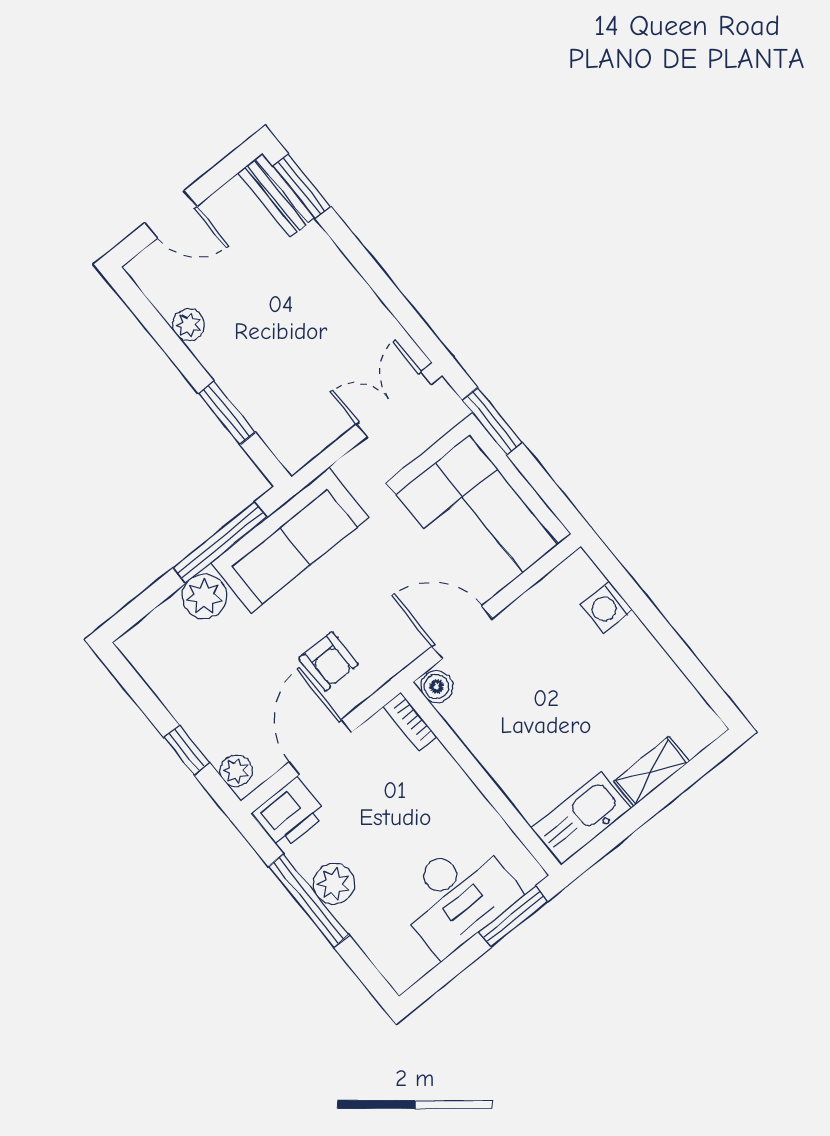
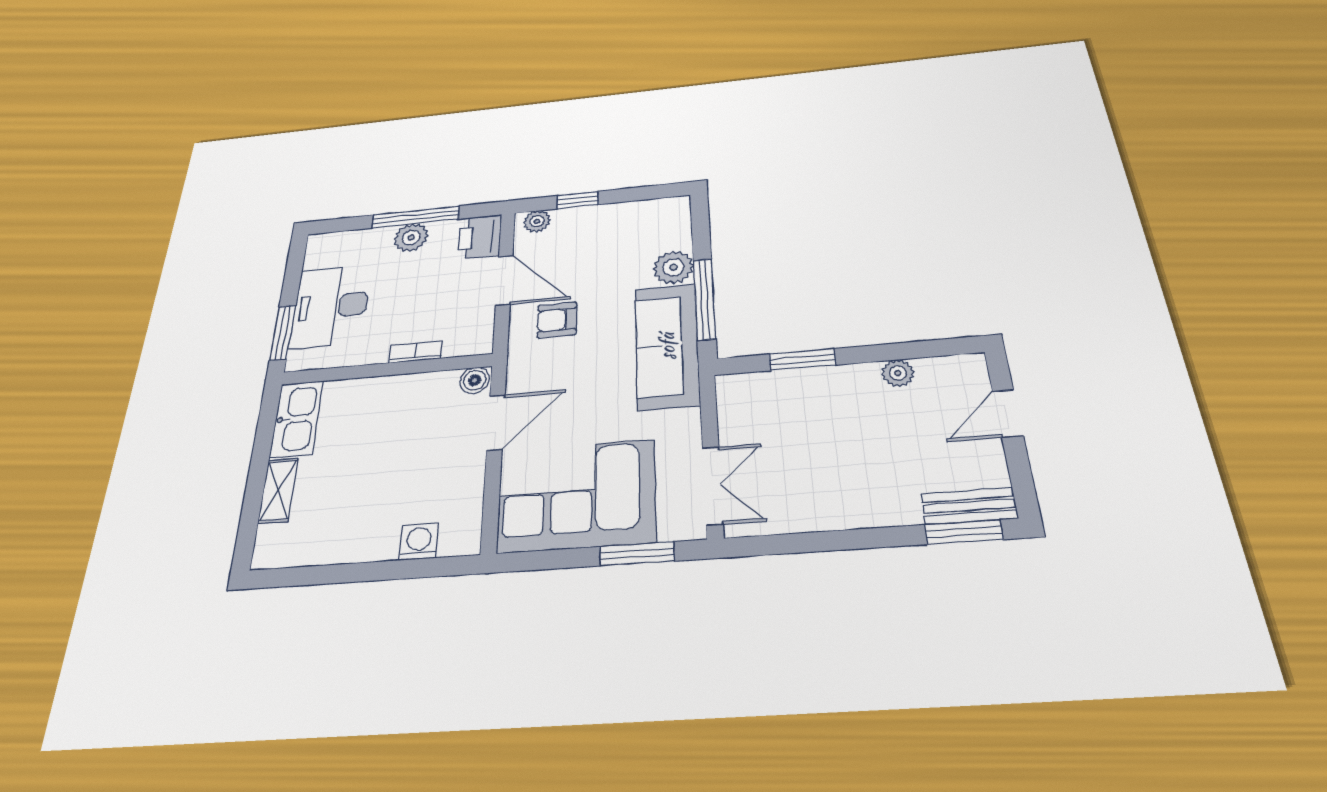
bookcase: (410, 722) -> (415, 352), moved

